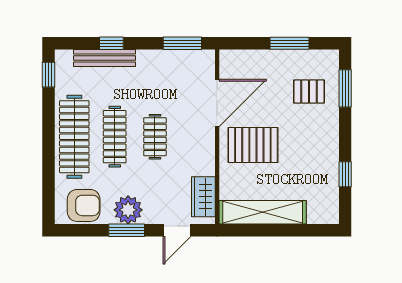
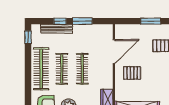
window: (182, 43) -> (82, 21), moved
clothes rail: (155, 137) -> (82, 69), width x1.36
pallet: (253, 145) -> (132, 73), width x0.67, depth x0.71

